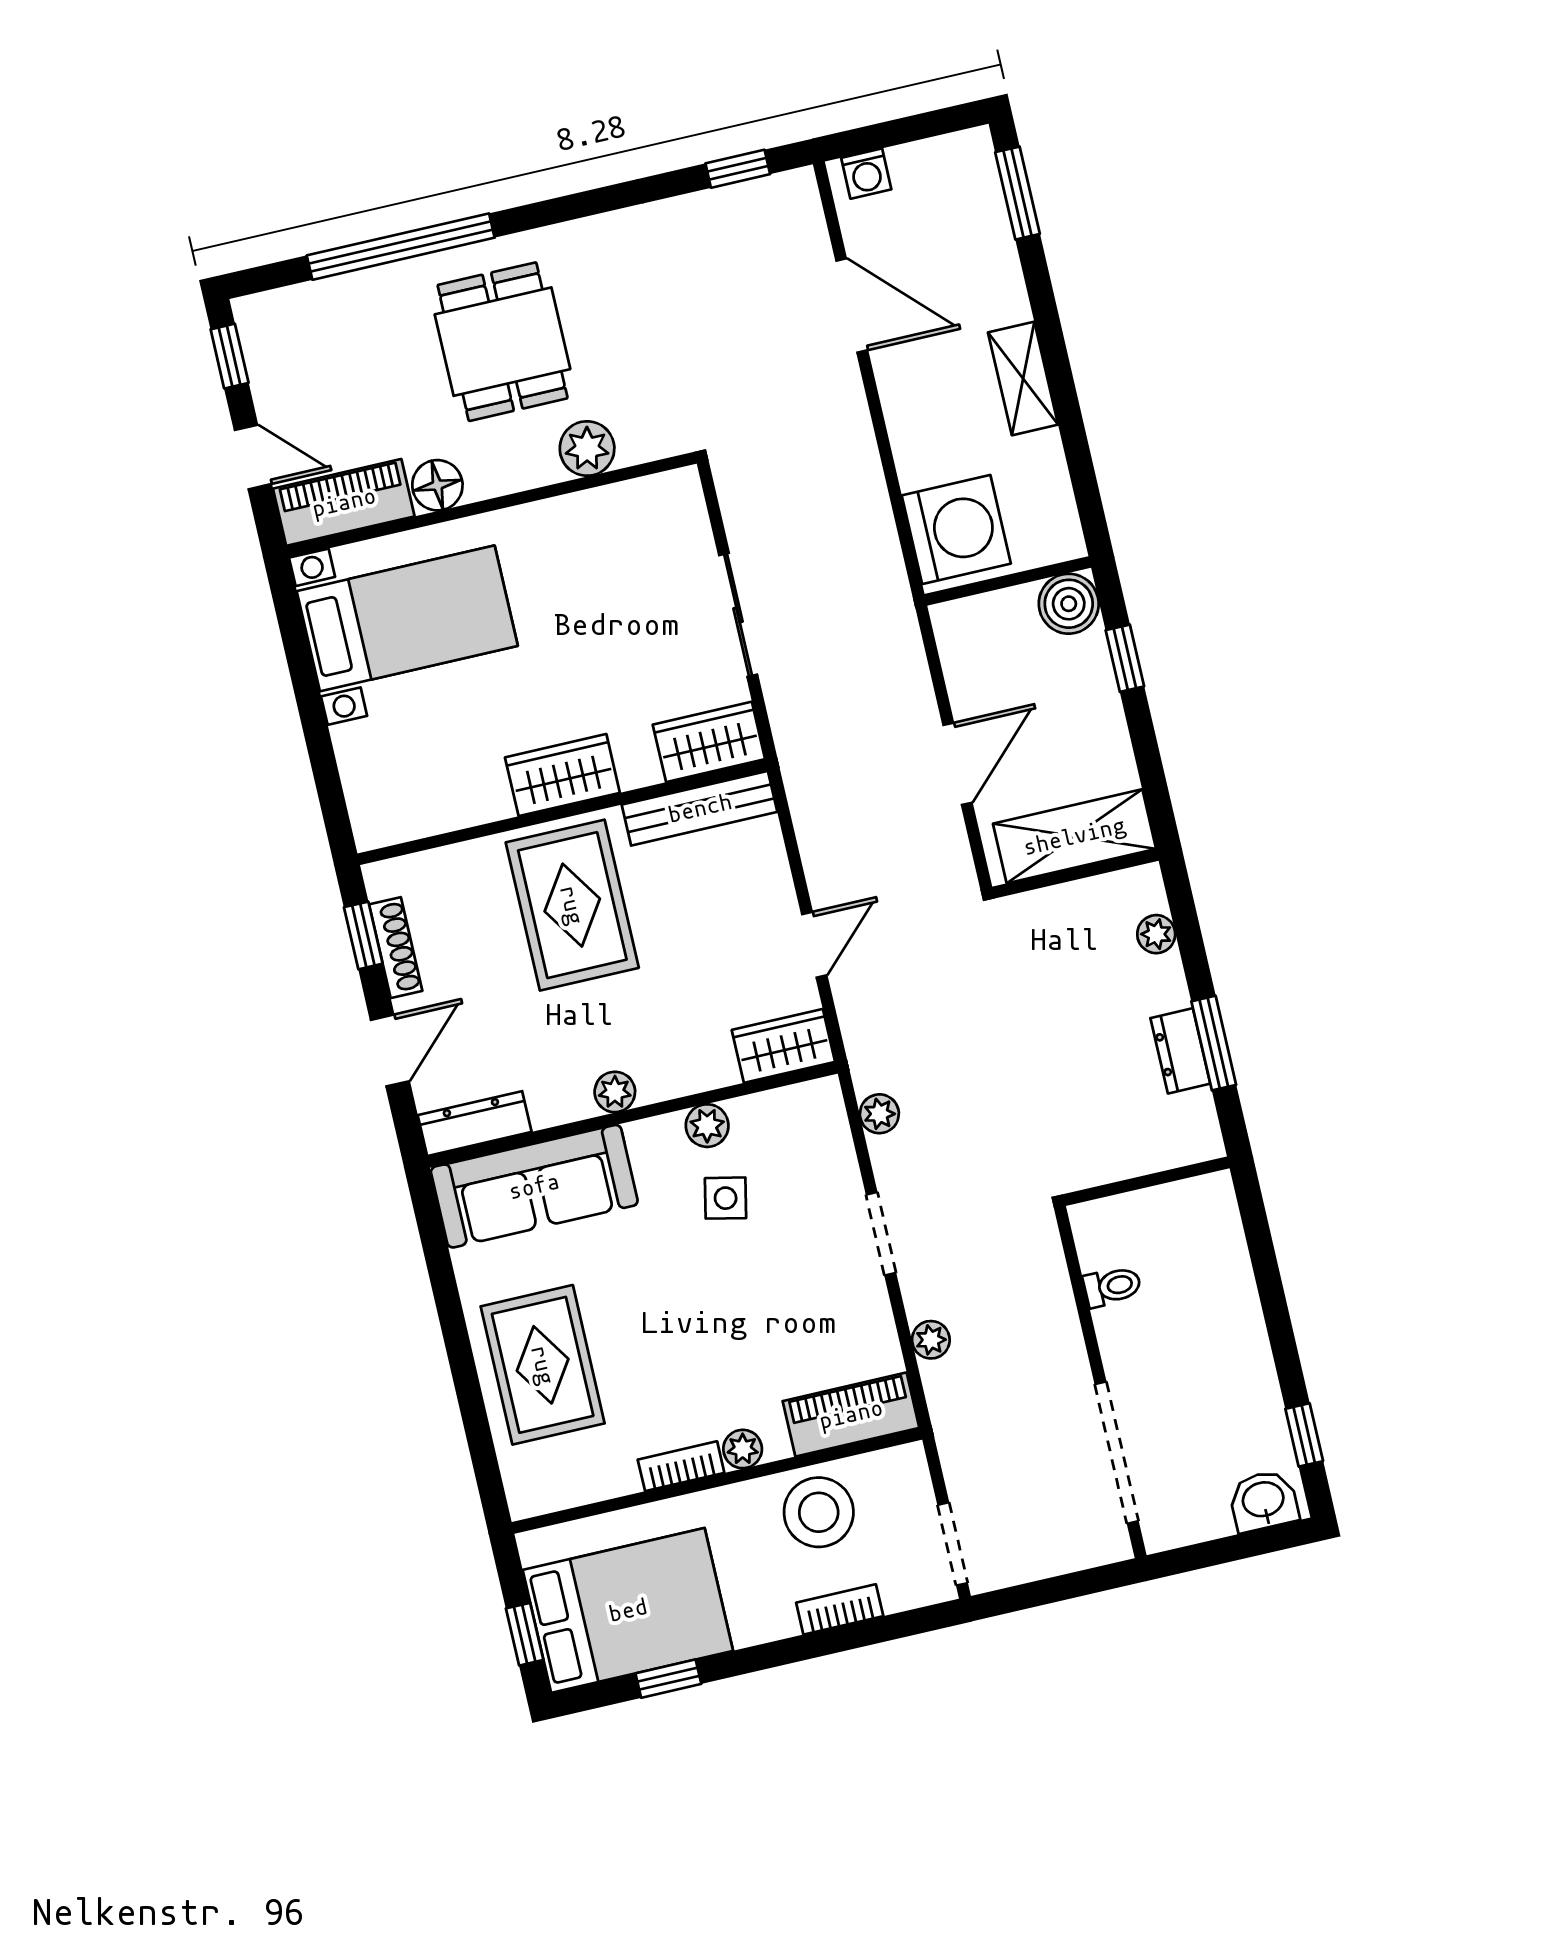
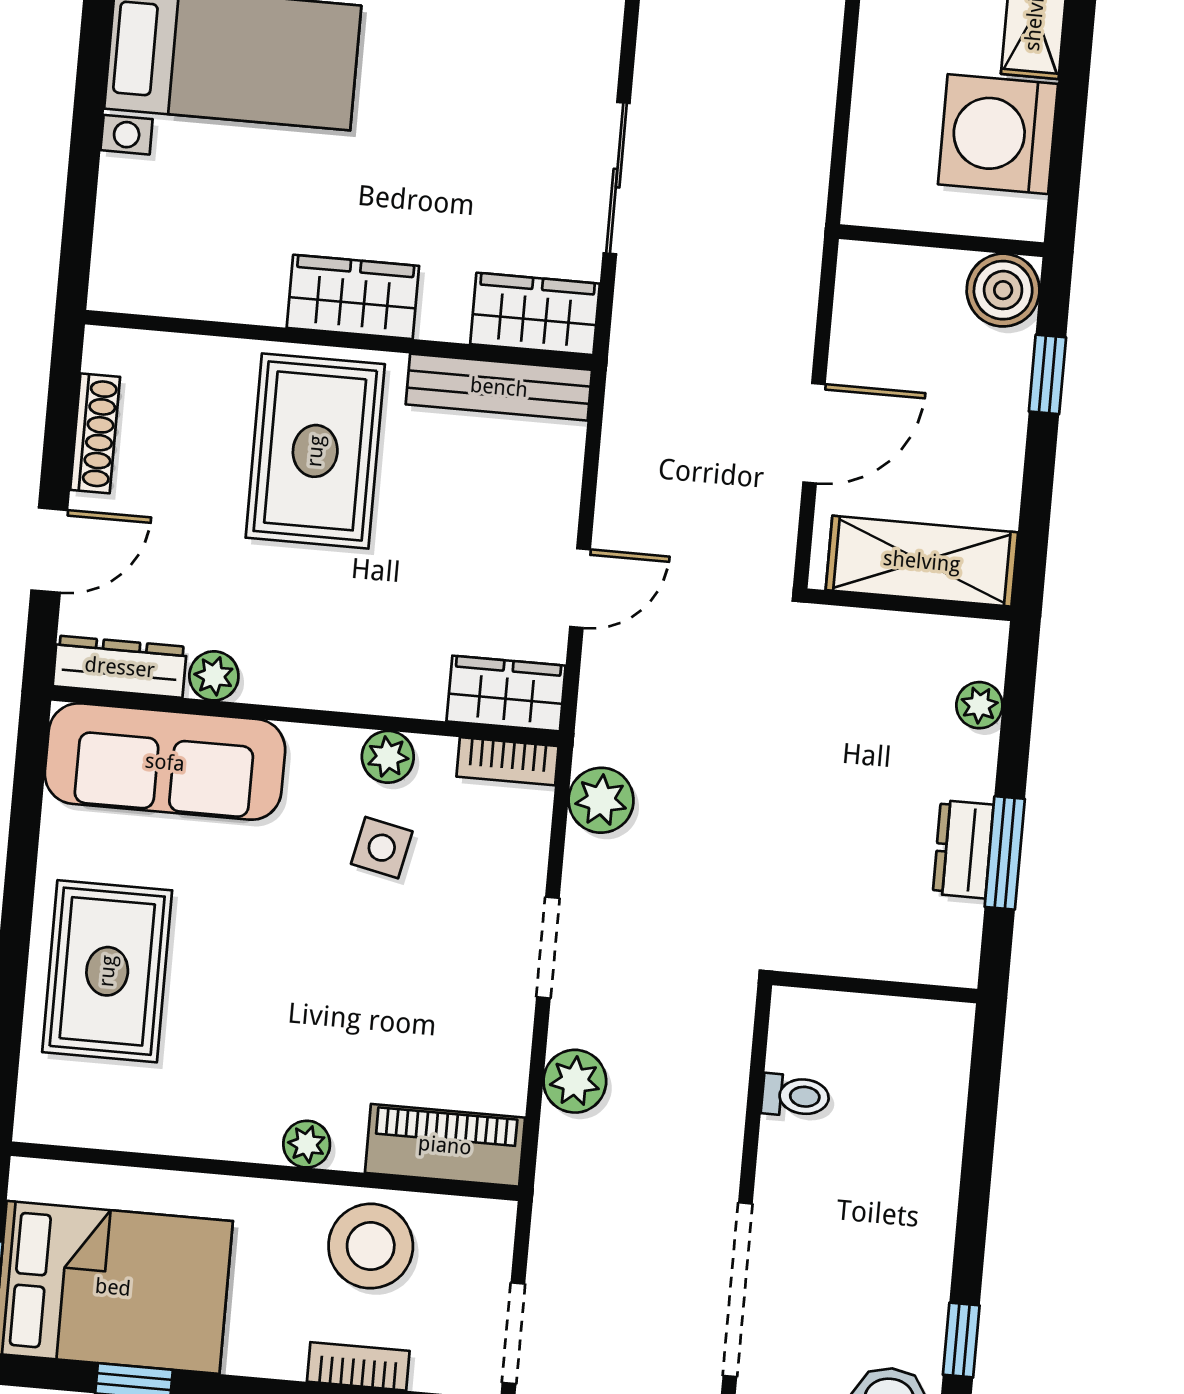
washing machine: (956, 529) -> (998, 134), moved, turned 180
window: (363, 935) -> (62, 407), removed
plant: (615, 1092) -> (214, 676), moved
plant: (879, 1114) -> (601, 800), width x1.38, depth x1.38
plant: (931, 1340) -> (575, 1081), width x1.38, depth x1.38
bookcase: (681, 1466) -> (508, 761), moved, turned 180

